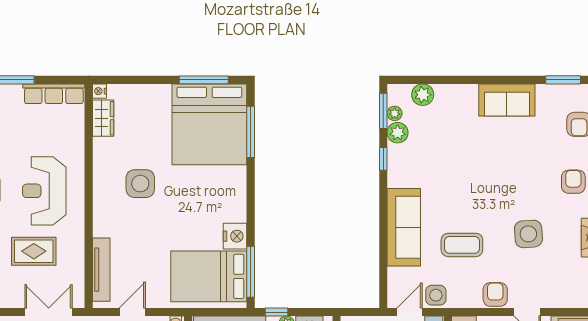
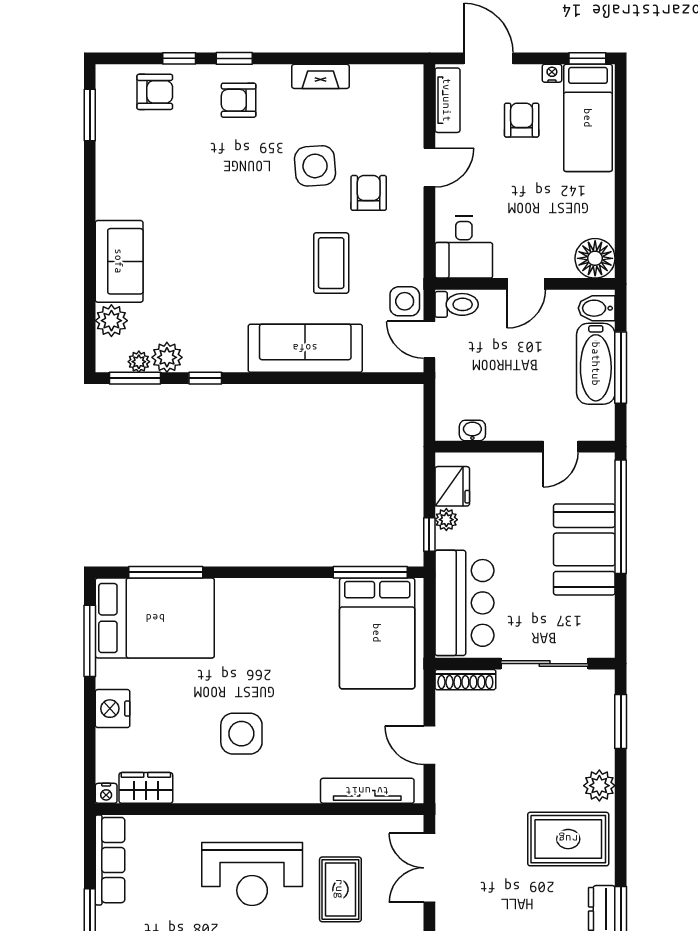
sofa: (507, 100) -> (119, 261), moved
bed: (209, 124) -> (155, 618), width x0.73
nightstand: (235, 236) -> (113, 709), moved, turned -90
armchair: (495, 294) -> (369, 193), moved, turned 90

